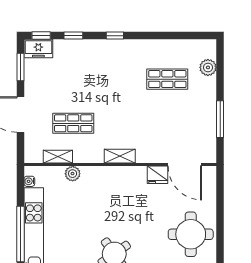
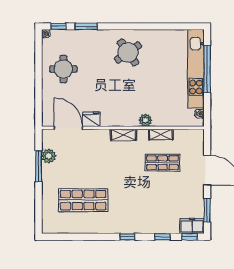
plant: (208, 67) -> (49, 156), moved
shop shelf: (167, 79) -> (83, 200), width x1.43, depth x1.36
shelving: (58, 157) -> (161, 135), moved
plant: (73, 174) -> (145, 120), moved
round table: (191, 234) -> (63, 69), width x0.73, depth x0.73

